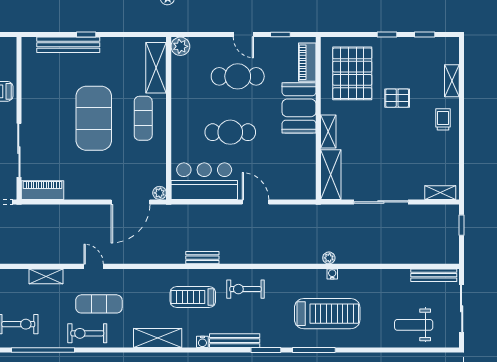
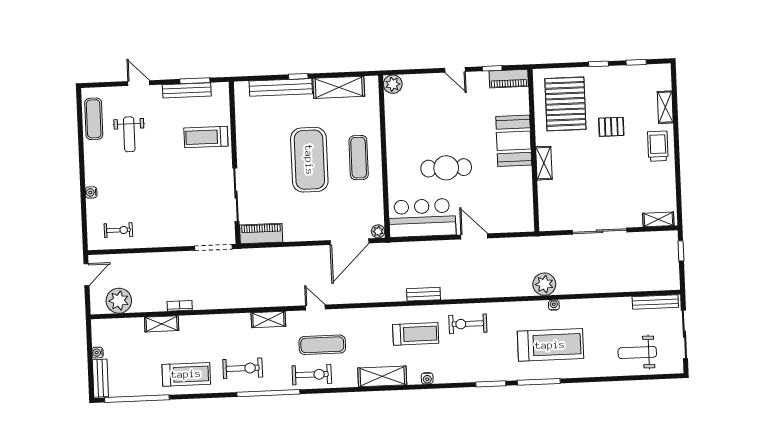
piano: (307, 62) -> (509, 79), moved, turned -90
shelving: (156, 68) -> (339, 87), moved, turned 90
cafe table: (238, 76) -> (451, 112), removed
trolley: (443, 119) -> (658, 146), width x1.36, depth x1.39
shelving: (331, 175) -> (548, 206), removed
plant: (329, 258) -> (544, 284), width x1.87, depth x1.87
treadmill: (193, 297) -> (416, 334), turned 180
exercise bike: (87, 333) -> (312, 375), turned 180
bench: (235, 341) -> (459, 376), removed

